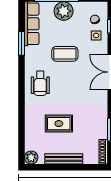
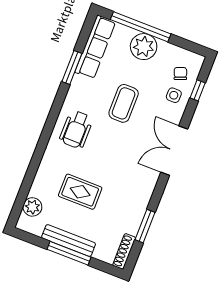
coffee table: (65, 54) -> (124, 103), turned 90
plant: (31, 158) -> (32, 207), moved
window: (67, 167) -> (69, 253), added

